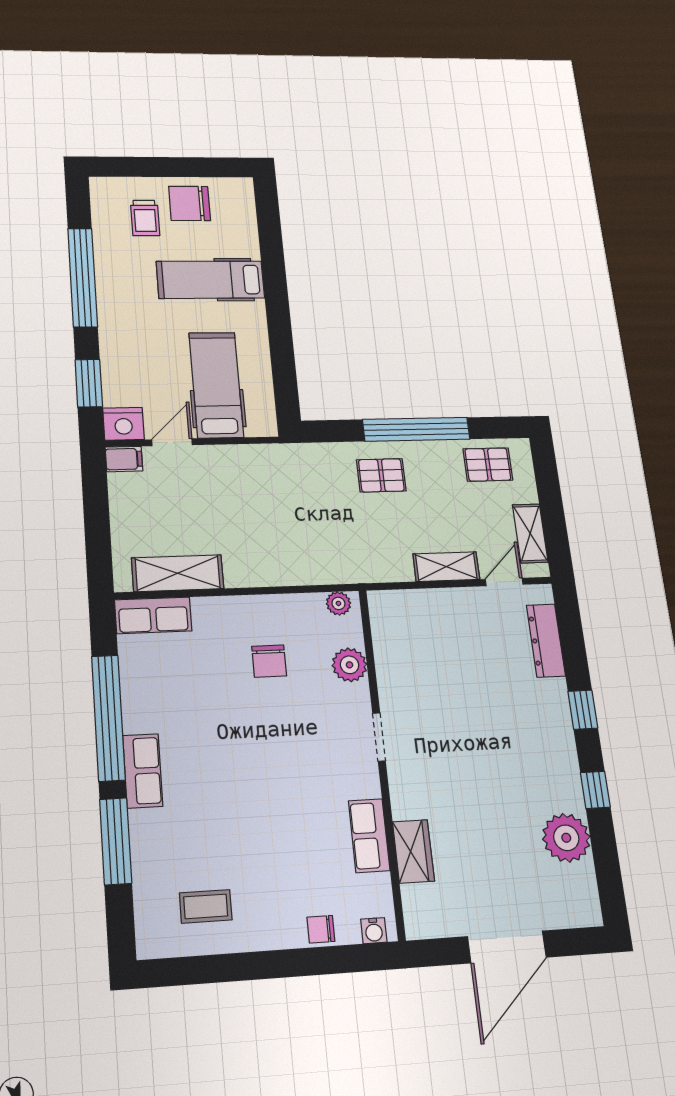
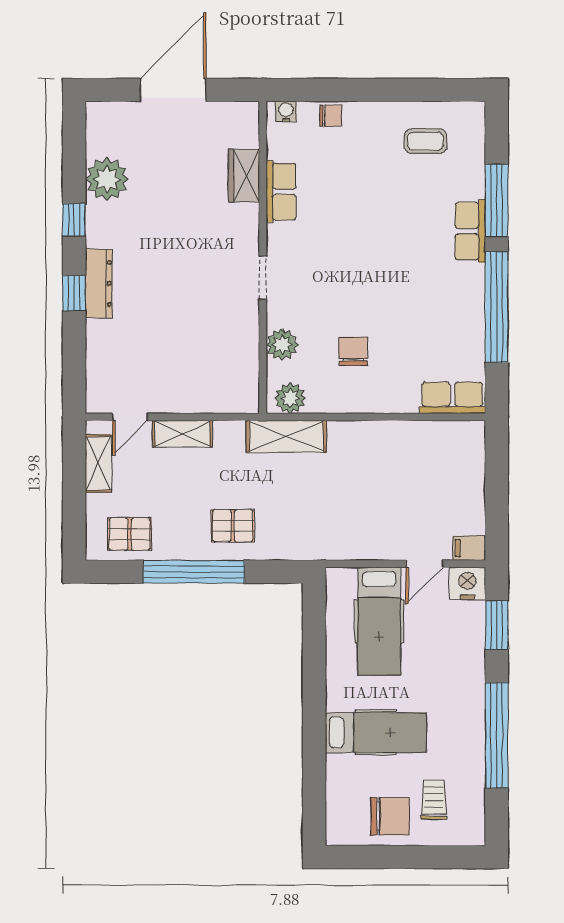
shelving: (178, 573) -> (286, 436), moved
plant: (338, 603) -> (290, 398), width x1.38, depth x1.38
dresser: (546, 640) -> (99, 283), moved
row of seats: (143, 771) -> (470, 231), moved

